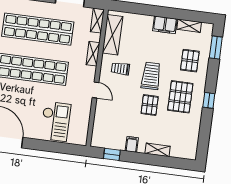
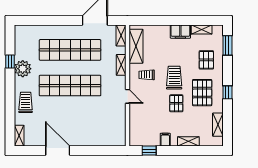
checkout: (55, 121) -> (96, 128), removed
shelving: (193, 135) -> (218, 125), added

